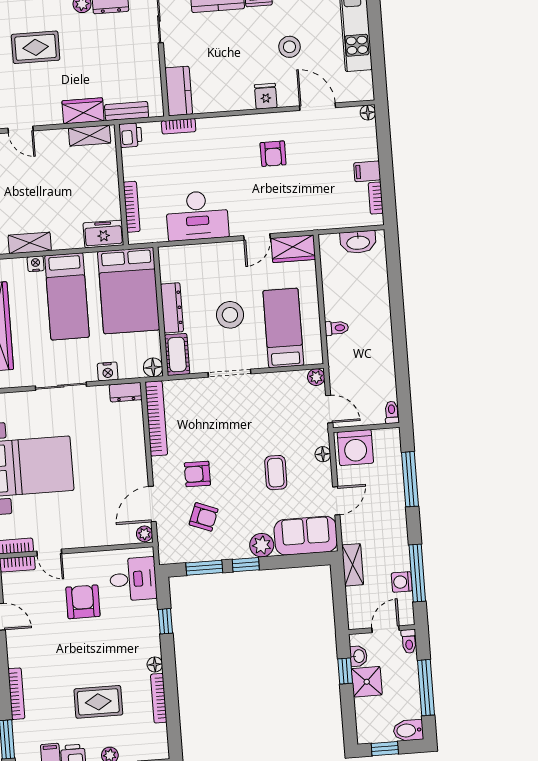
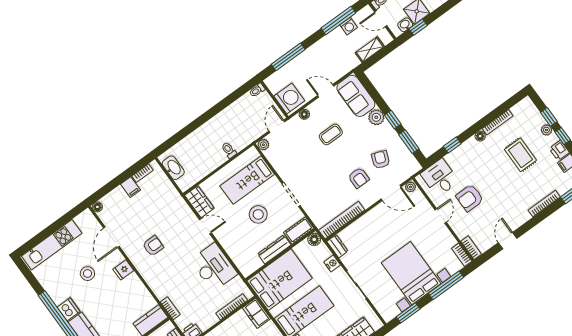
door: (49, 552) -> (441, 216), moved
shelving: (353, 565) -> (370, 50), moved

